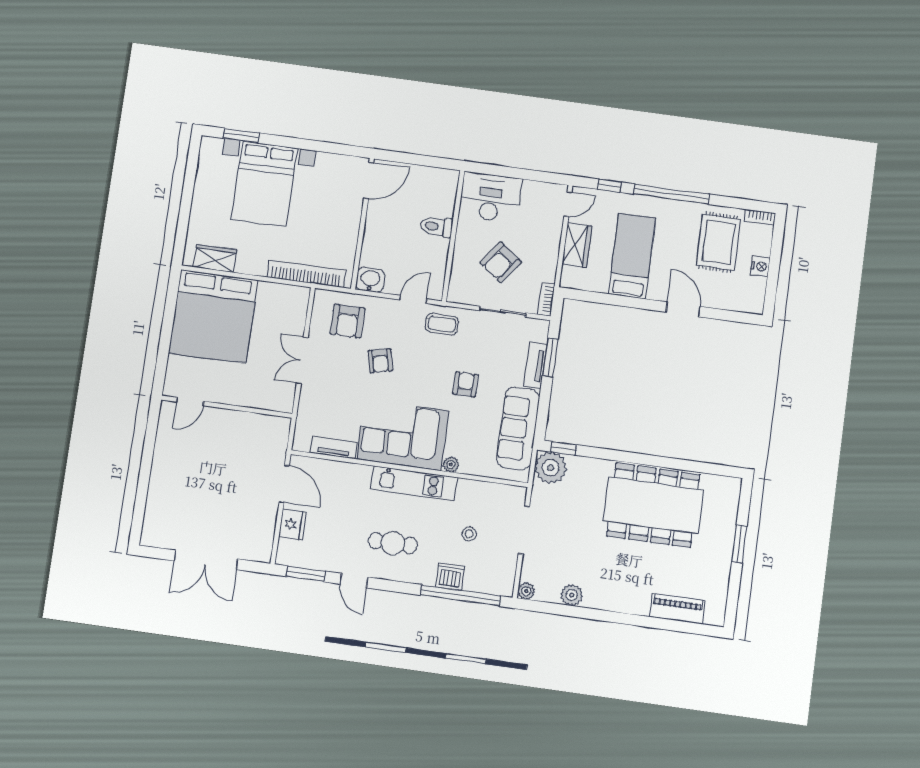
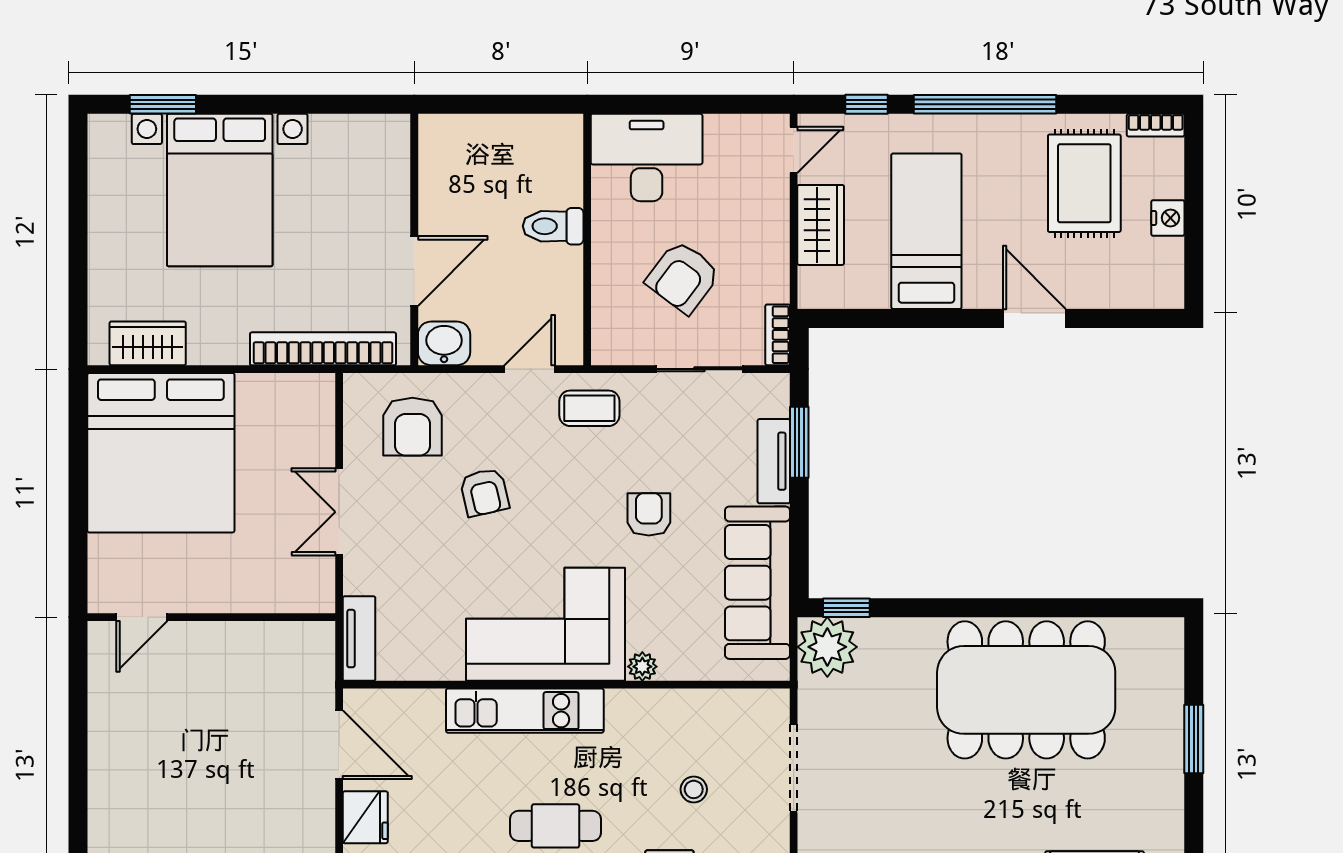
door: (369, 180) -> (414, 271), moved
tv unit: (334, 447) -> (359, 639), moved, turned 90
kitchen unit: (414, 483) -> (525, 711), moved

